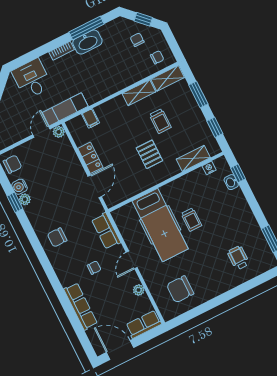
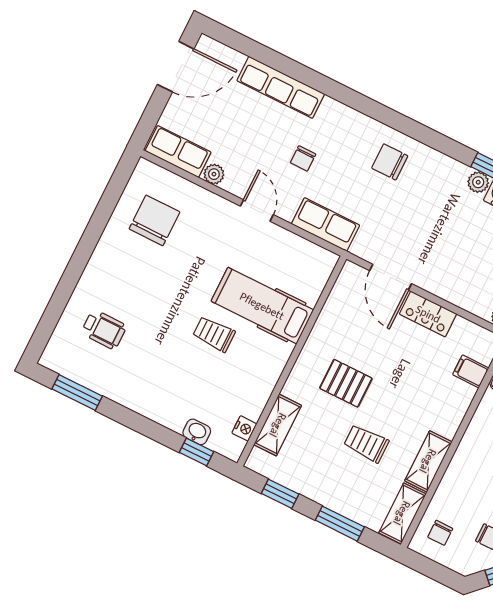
hospital bed: (160, 225) -> (262, 306), width x0.73, depth x0.78
chair: (57, 237) -> (390, 162), turned -90
row of seats: (144, 324) -> (178, 152), moved, turned -90

